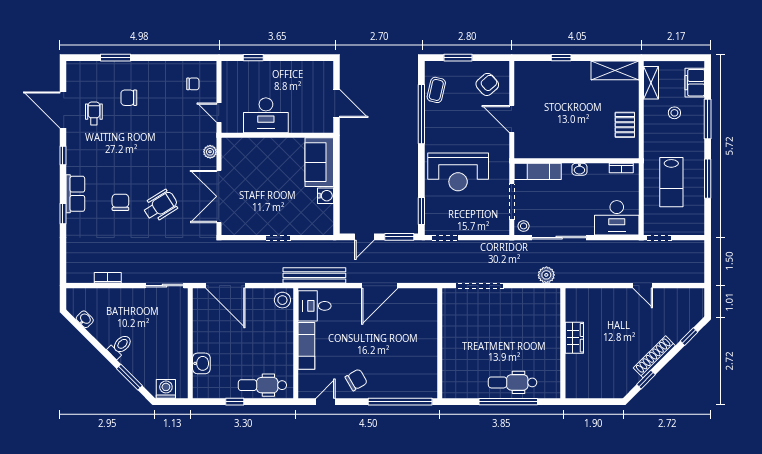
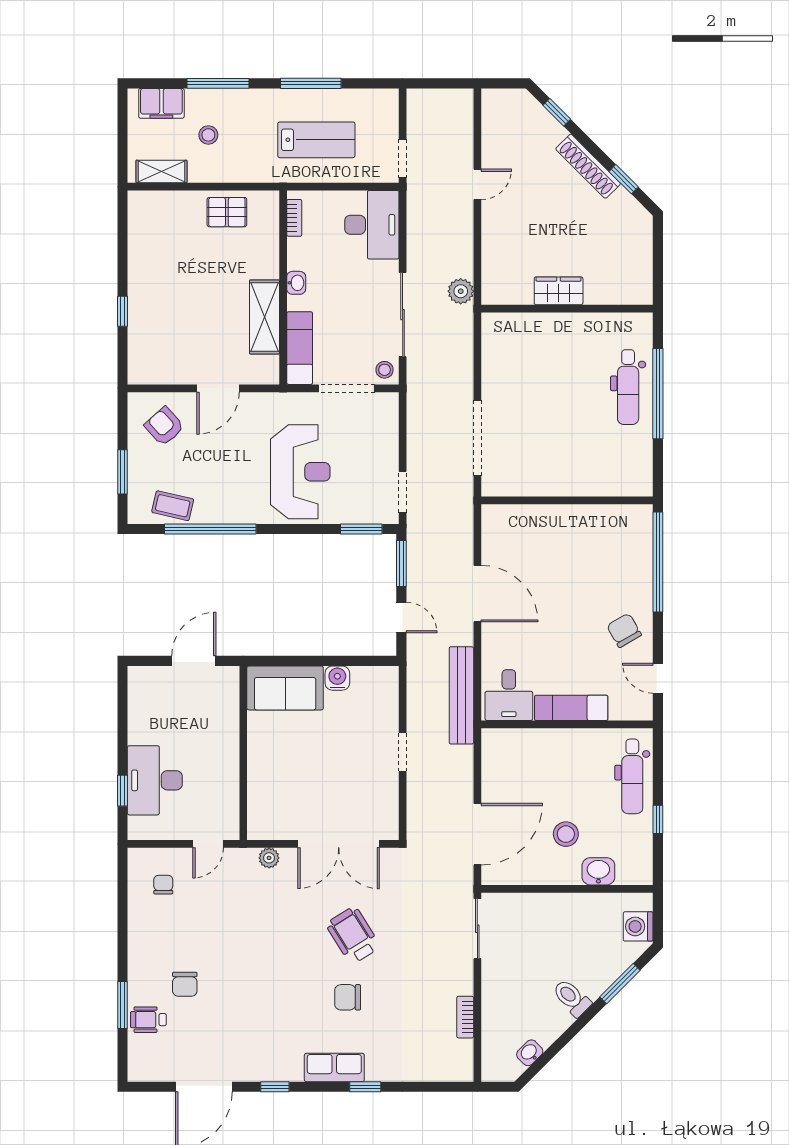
shelving: (615, 70) -> (264, 317), moved
wheelchair: (94, 113) -> (148, 1020), moved
desk: (266, 115) -> (155, 780), moved, turned 180
plant: (546, 275) -> (461, 291), moved
stool: (282, 300) -> (566, 834), moved

